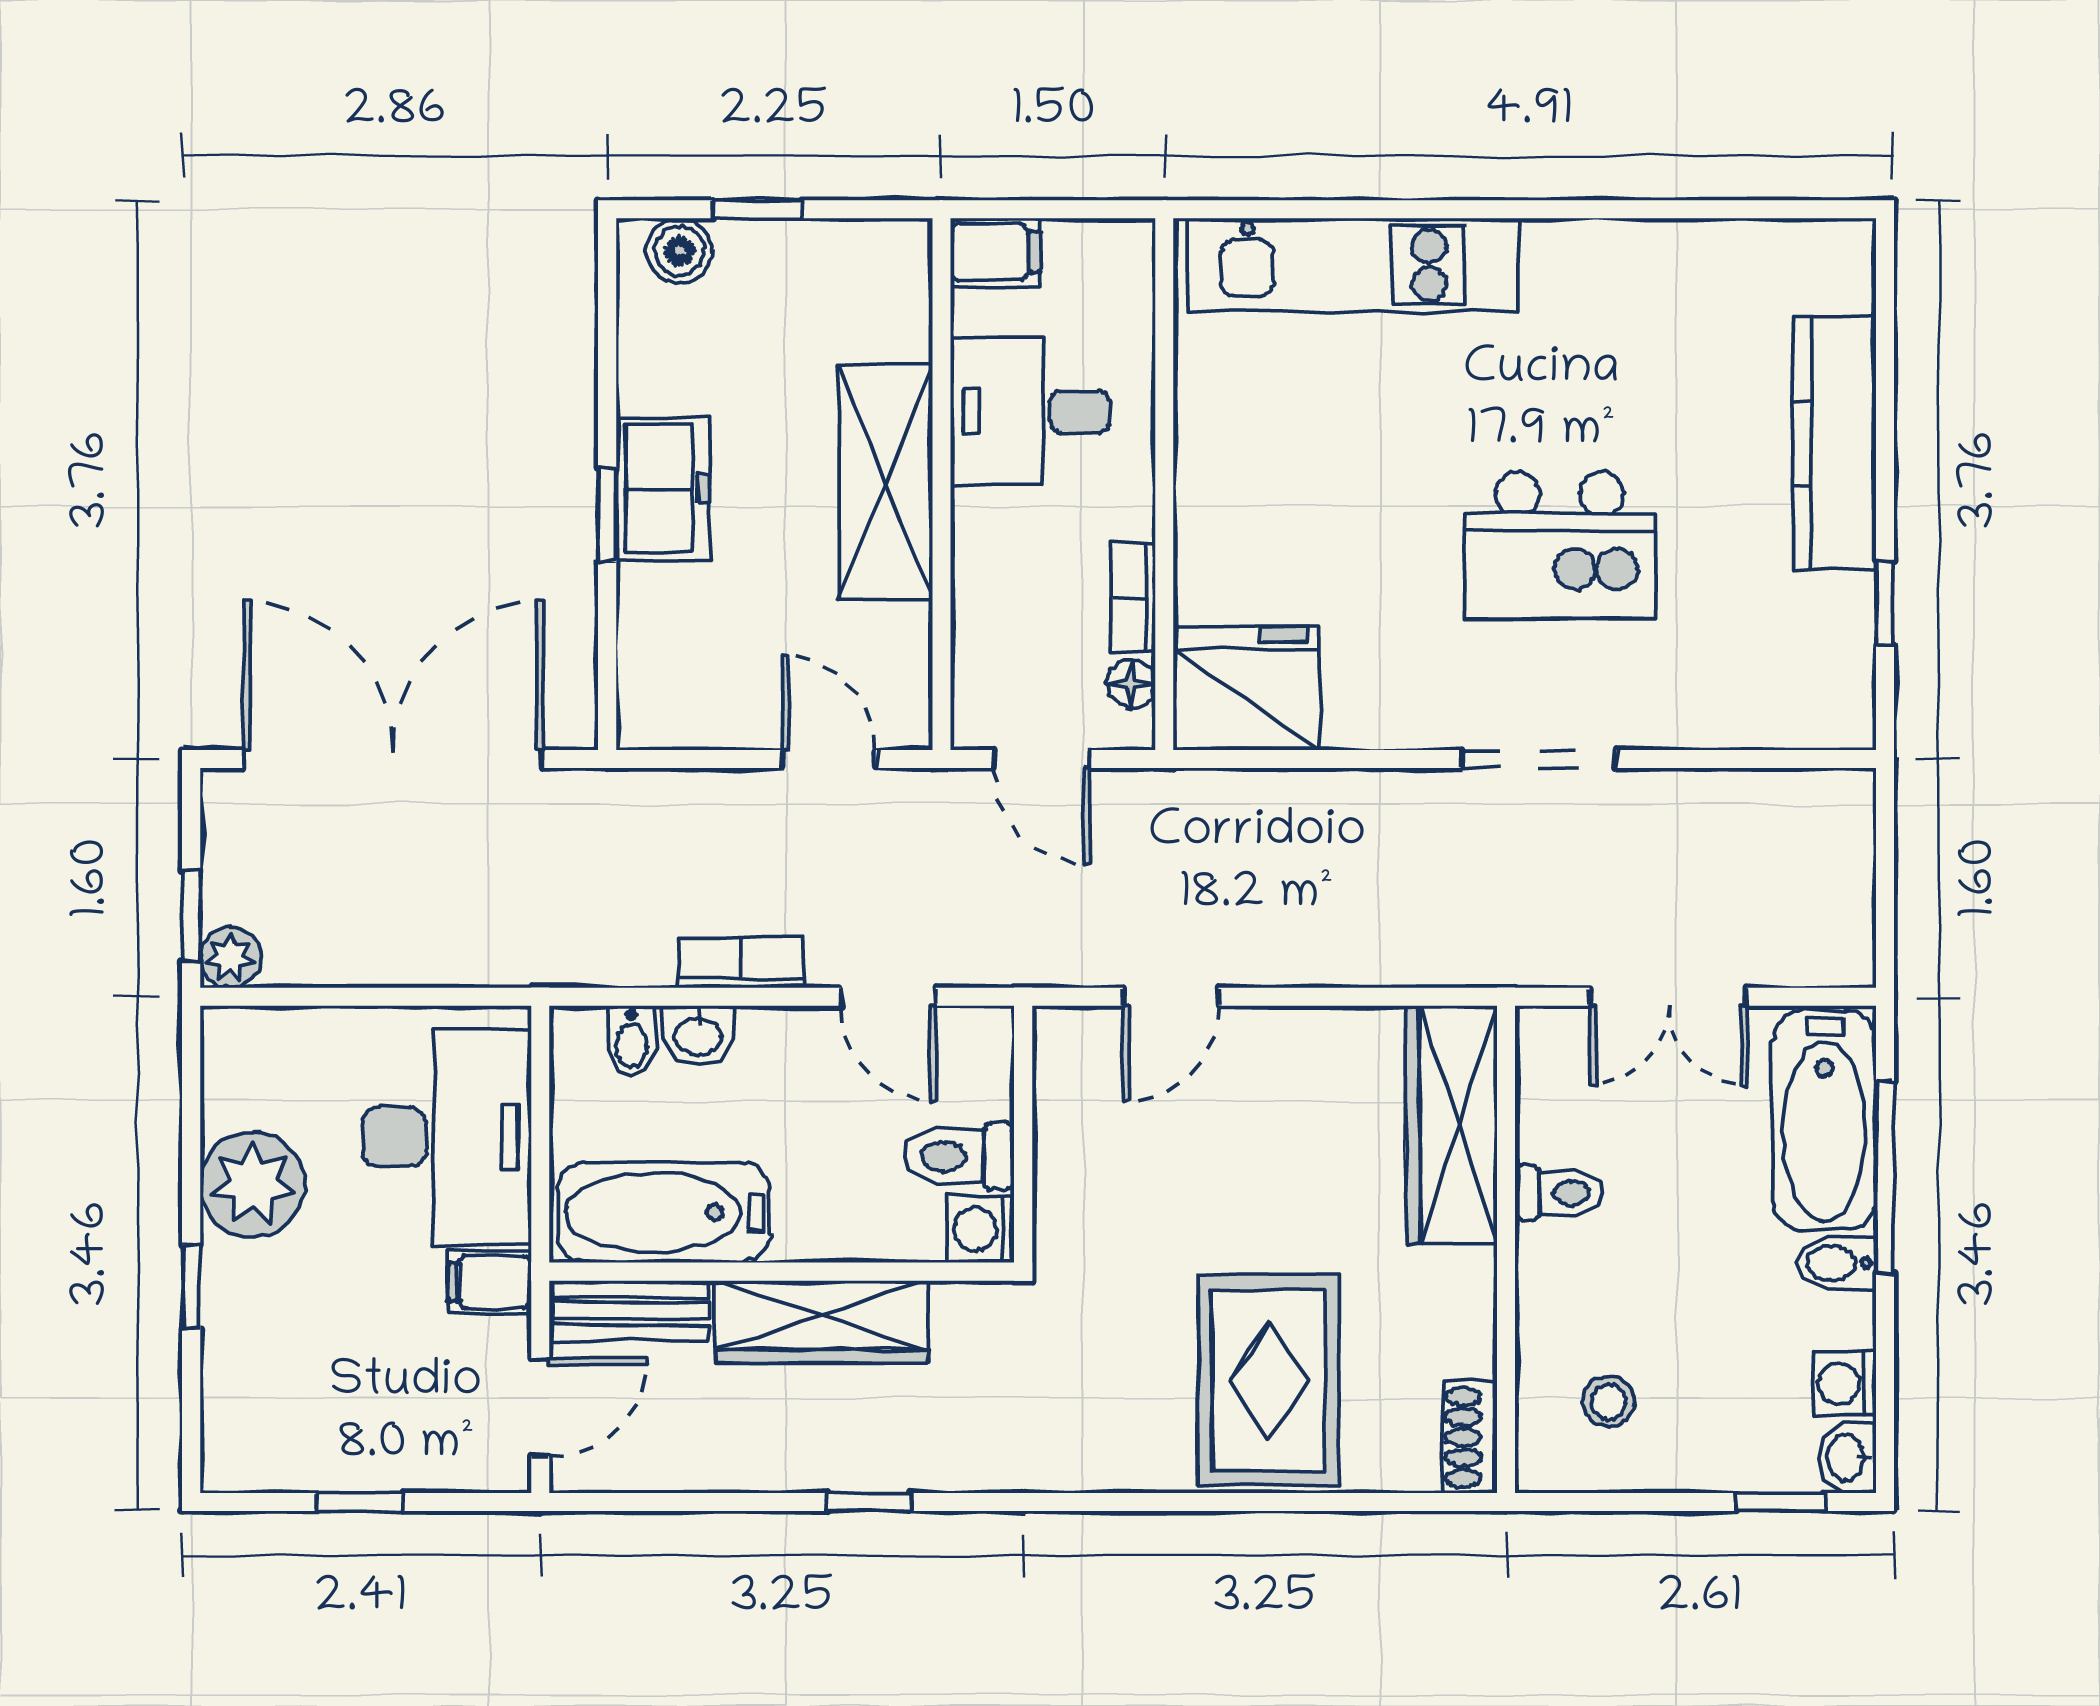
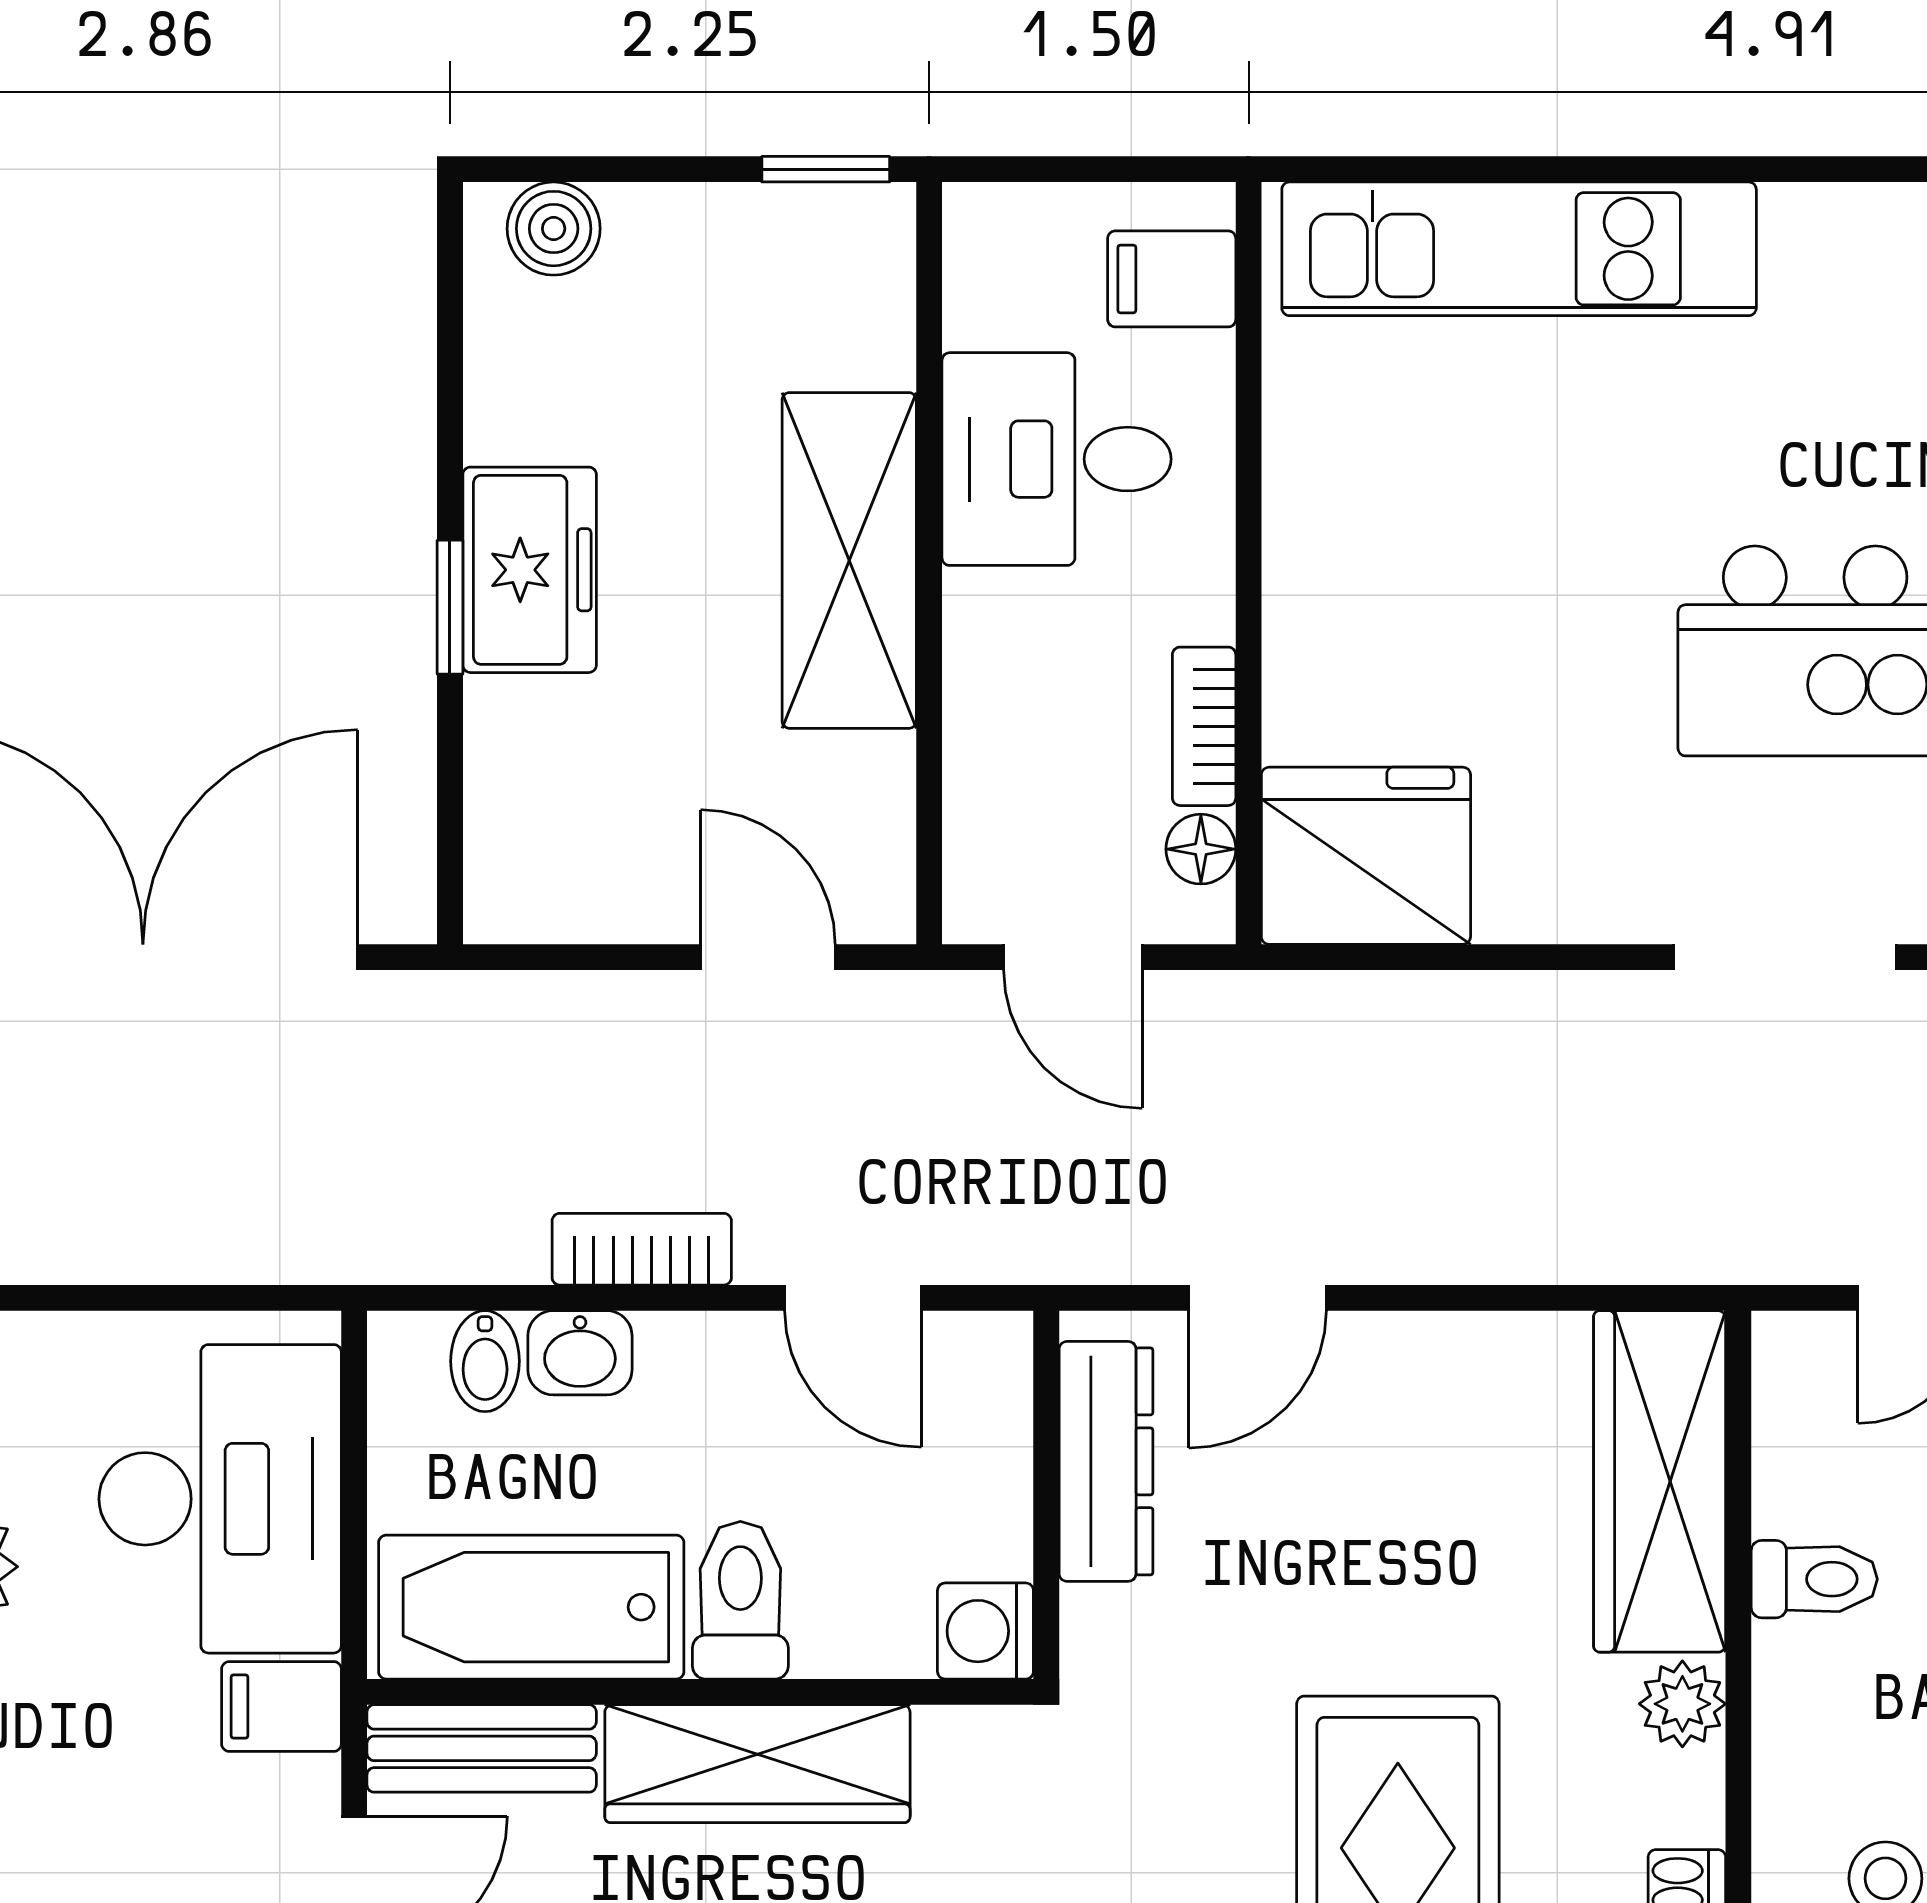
window: (757, 209) -> (826, 169), moved
filing cabinet: (995, 252) -> (1172, 279), moved, turned 180
dresser: (1065, 1111) -> (1106, 1461), added
toilet: (959, 1156) -> (740, 1600), moved, turned 90
plant: (1467, 1280) -> (1682, 1704), added

